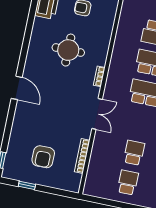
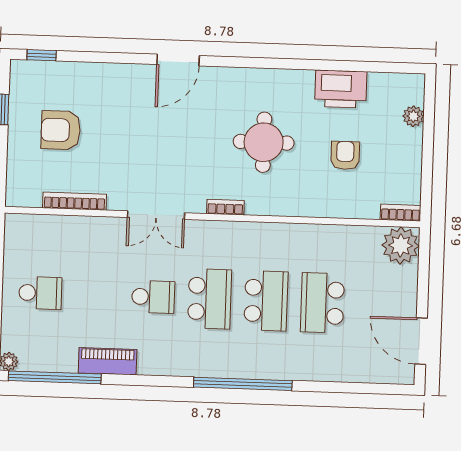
school desk: (134, 153) -> (153, 297), moved

